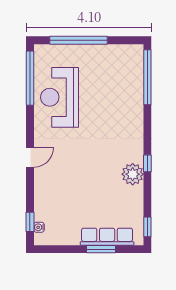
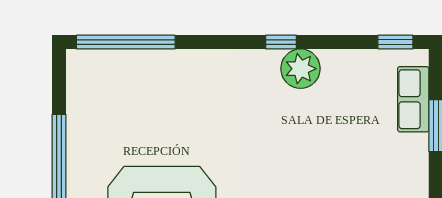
row of seats: (107, 237) -> (413, 99), width x0.68

